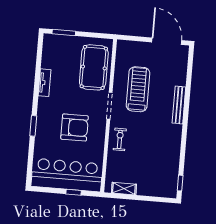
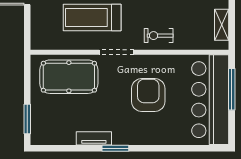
window: (33, 126) -> (115, 148), moved
window: (74, 192) -> (232, 89), width x2.17

